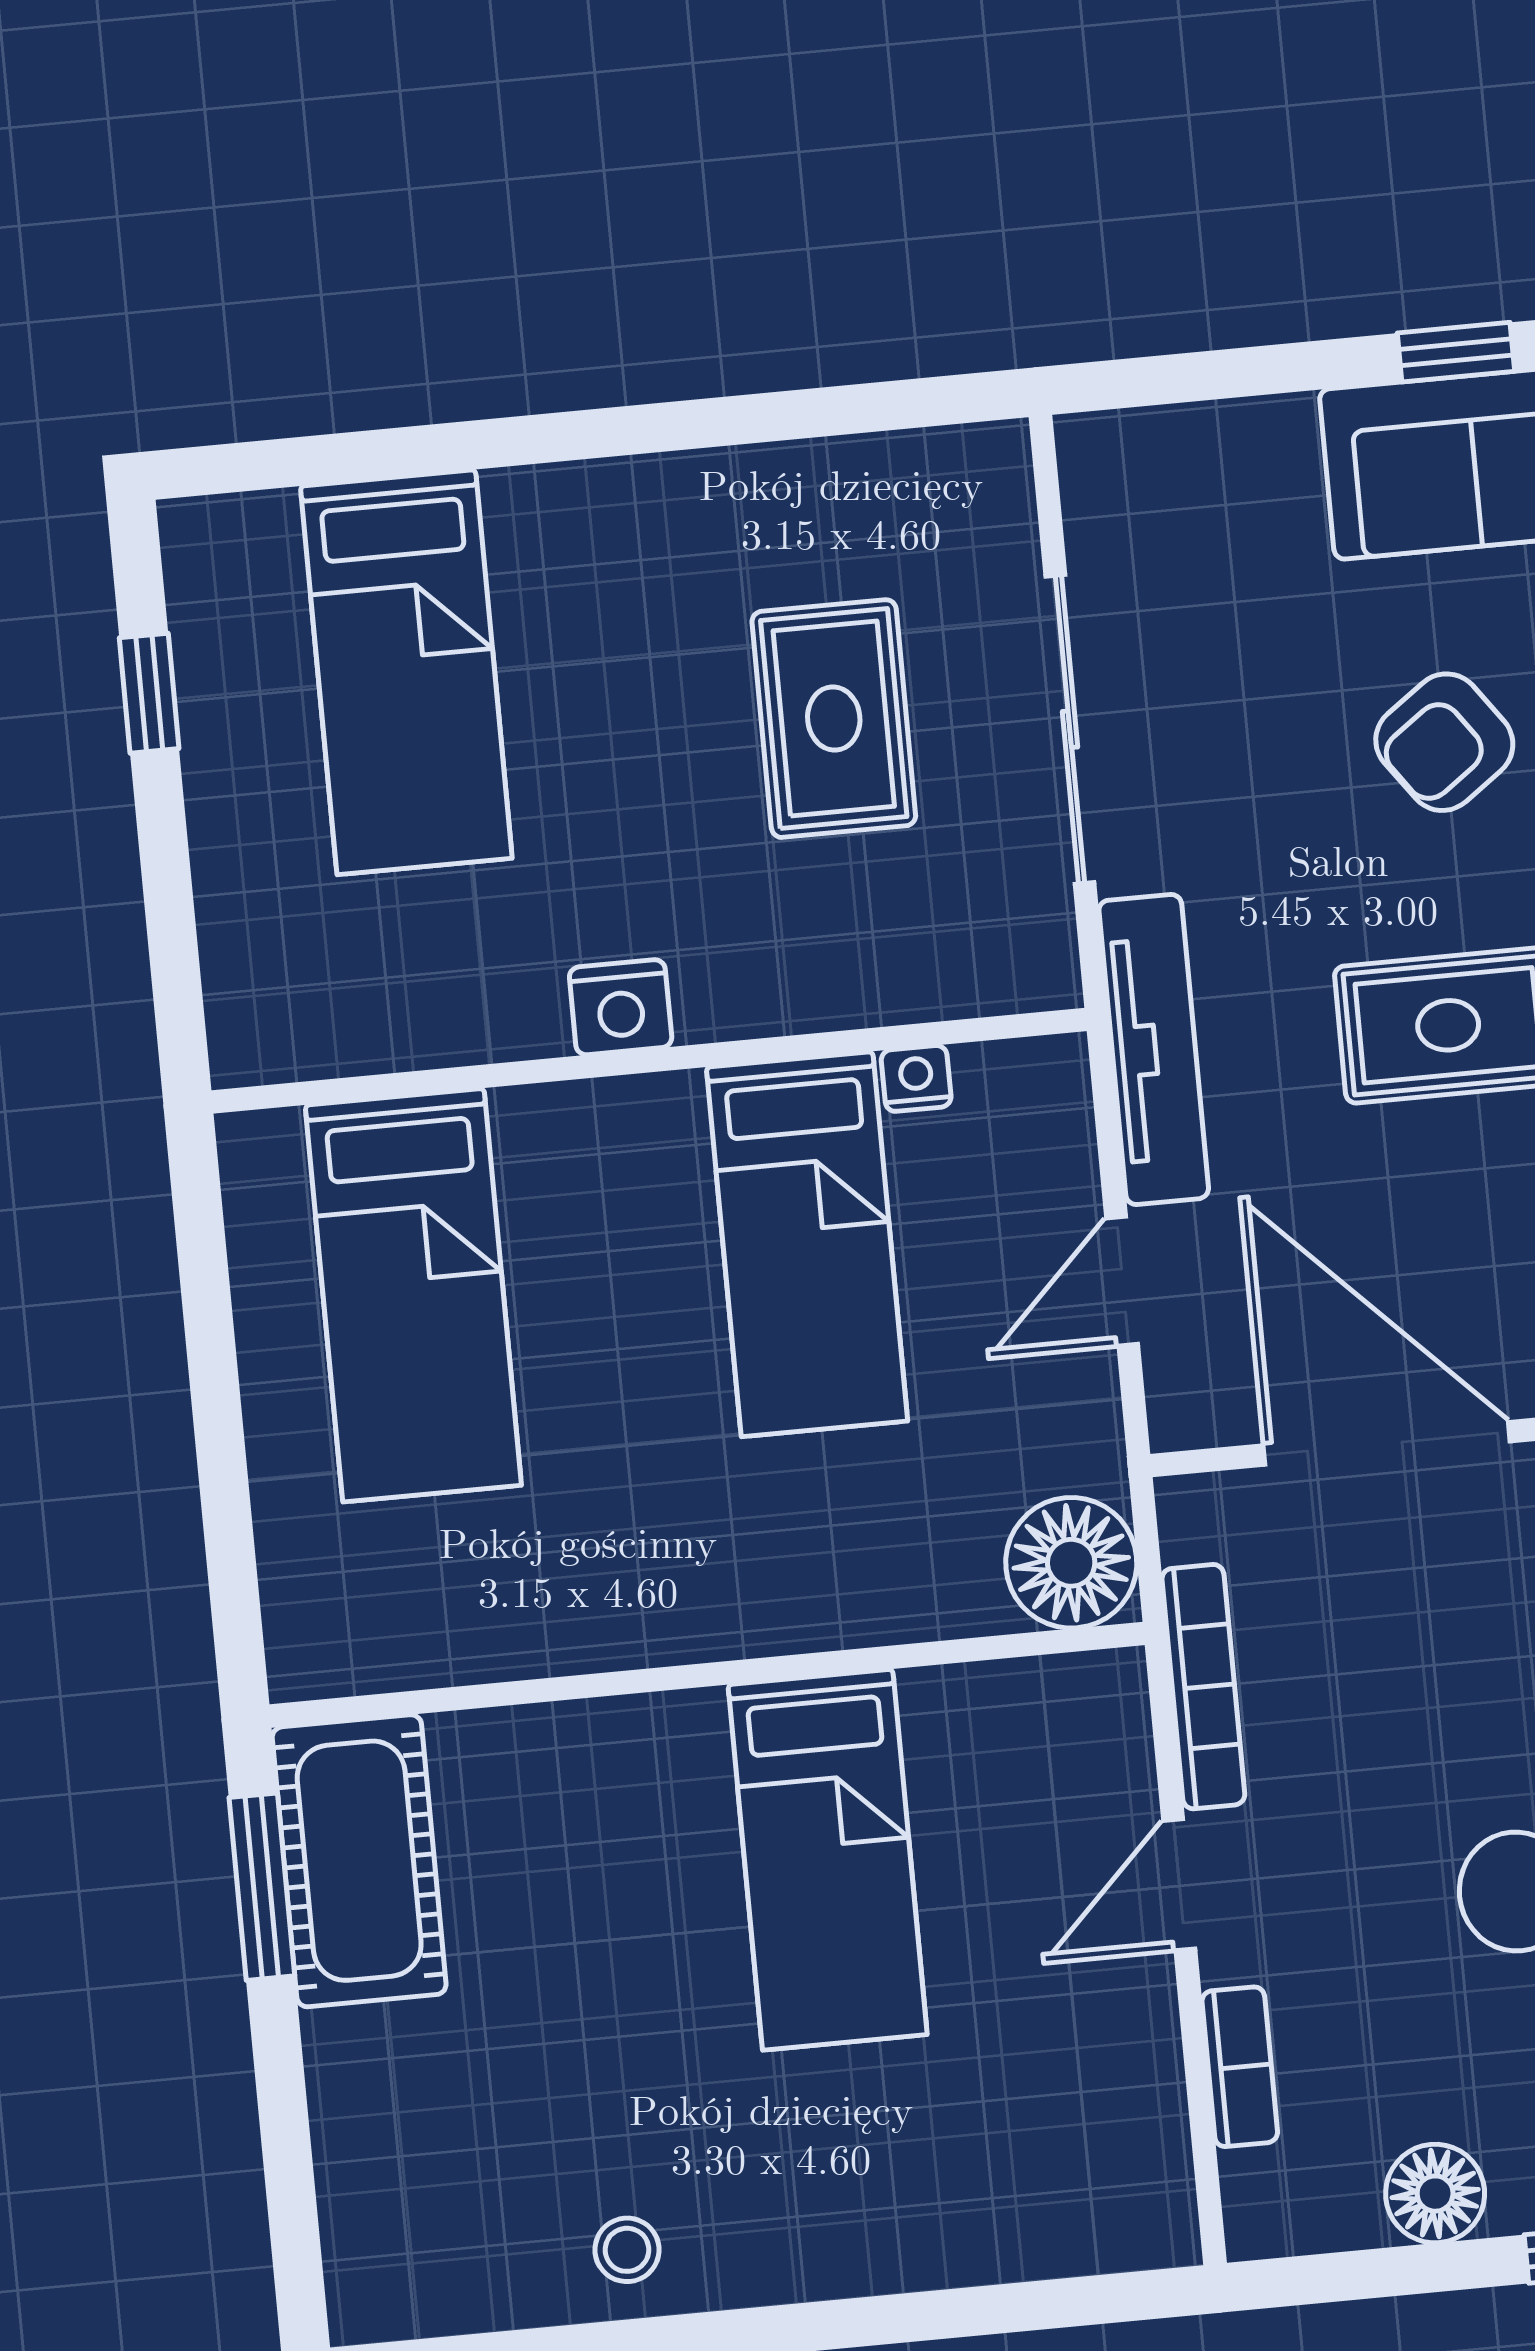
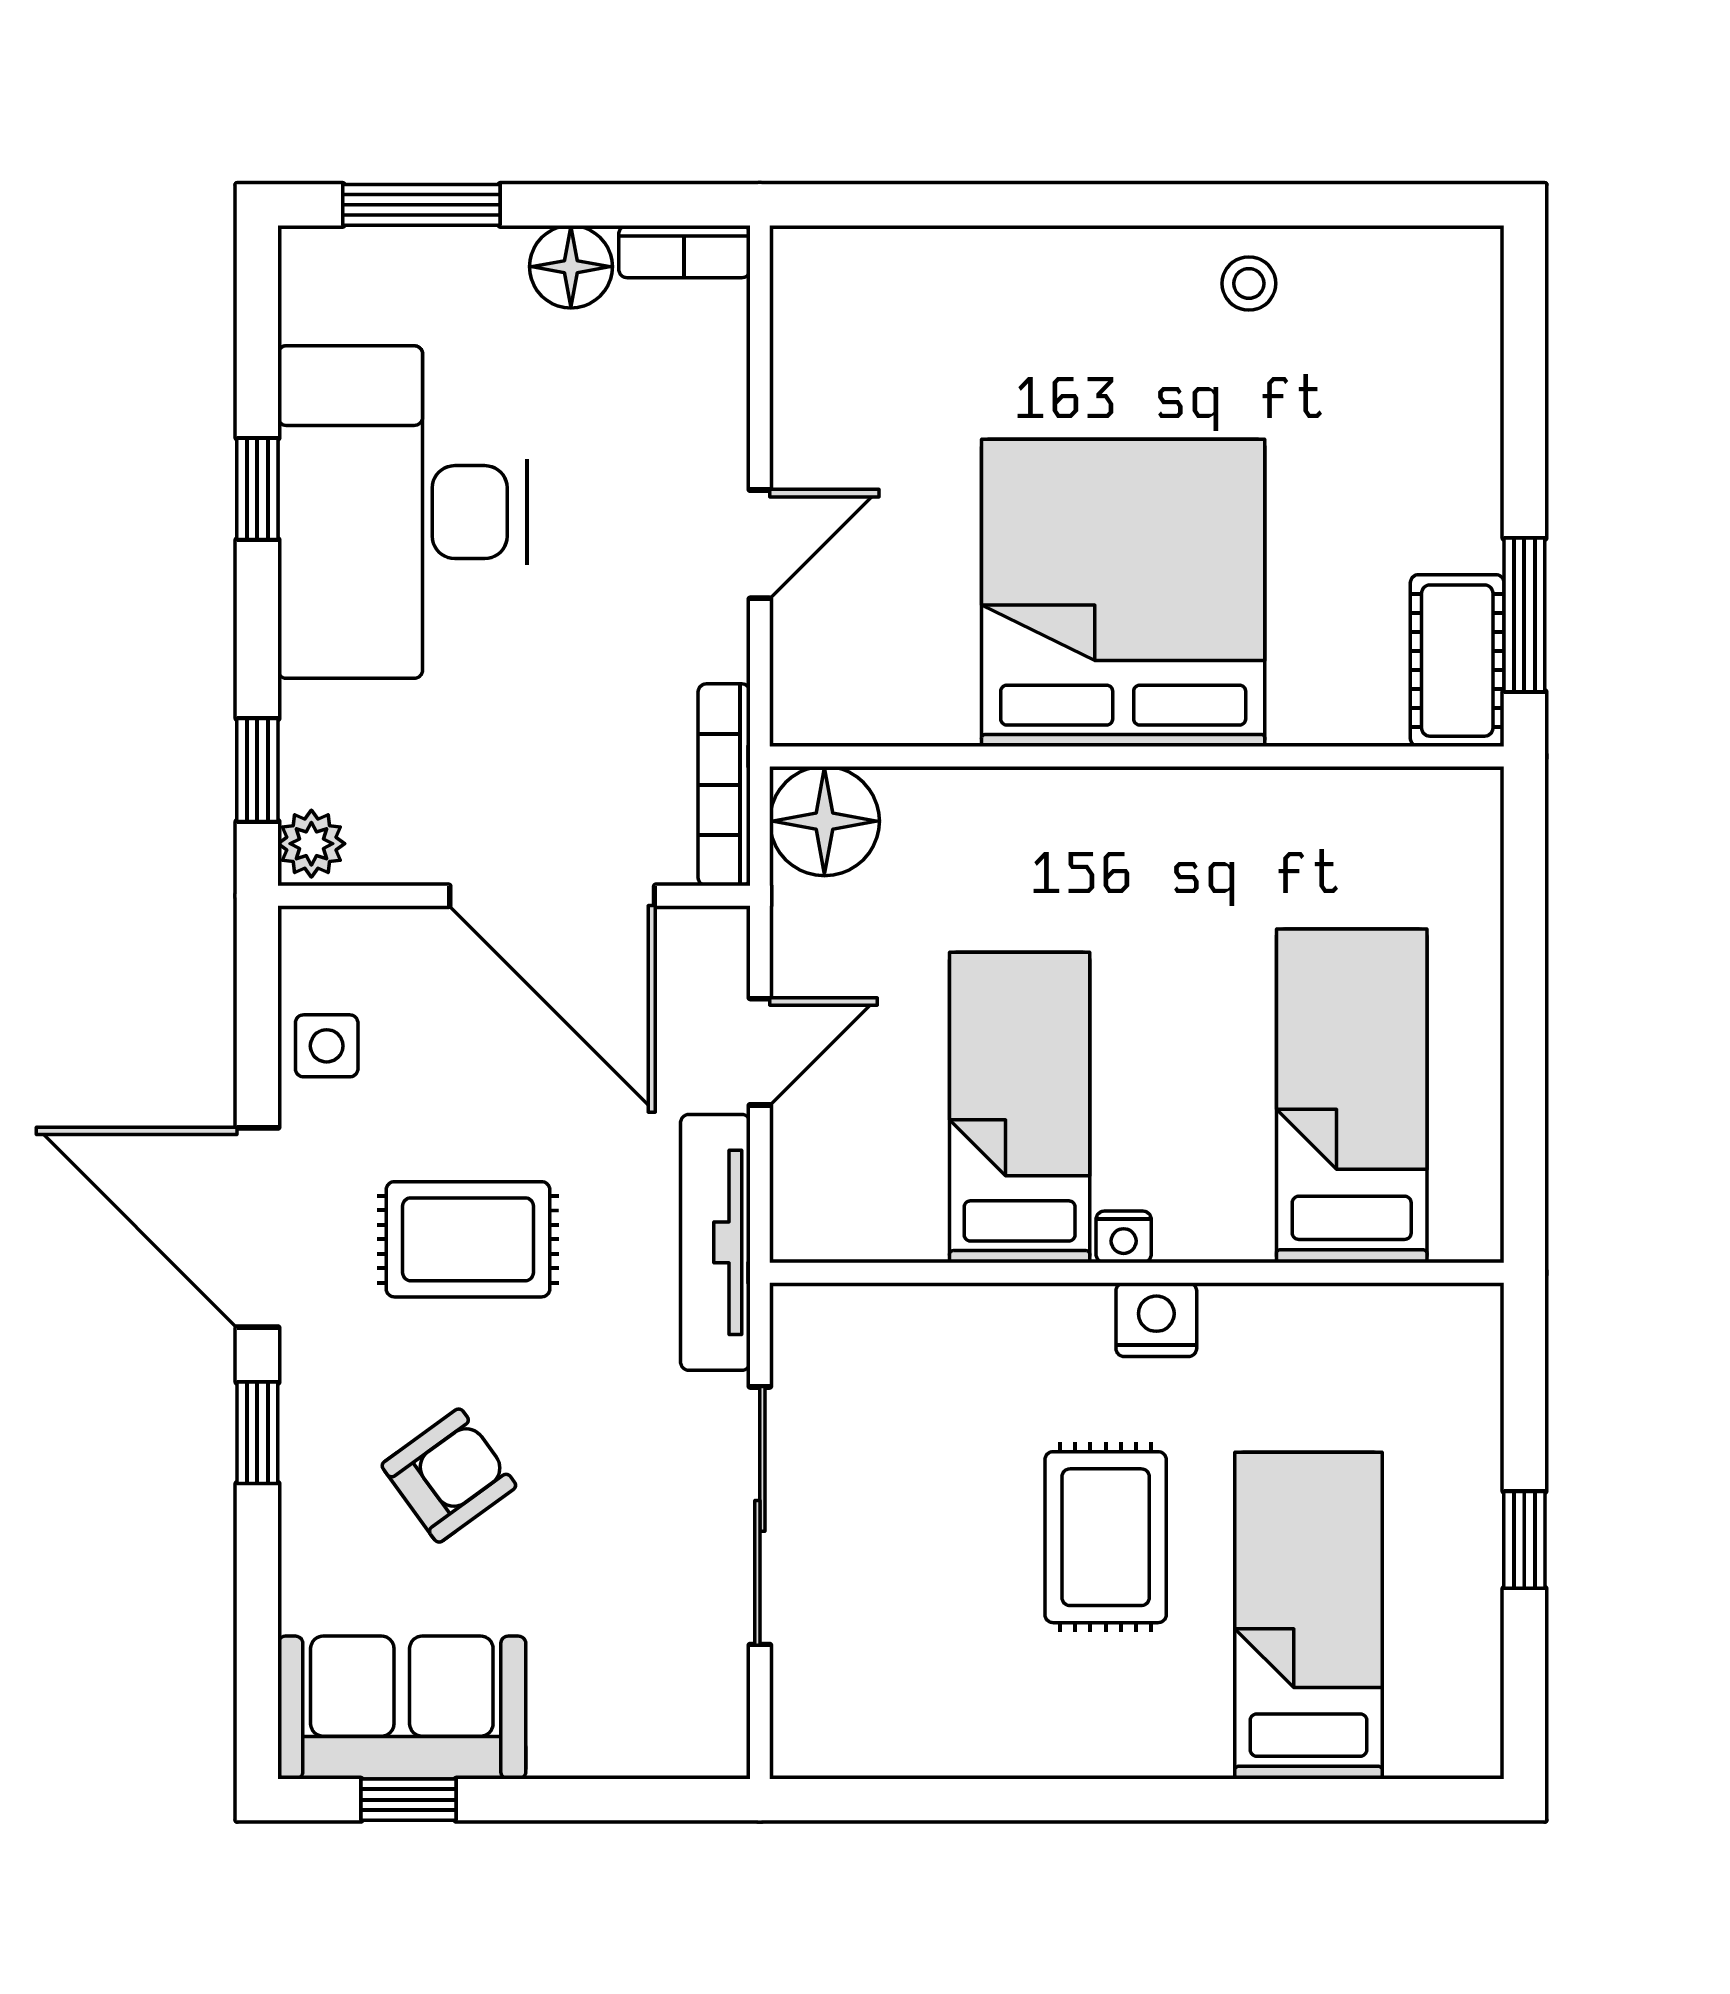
window: (149, 693) -> (1524, 1540), moved
rug: (834, 719) -> (1106, 1537), moved
nightstand: (916, 1078) -> (1124, 1237), moved
bookcase: (1203, 1687) -> (724, 785), moved
bed: (828, 1860) -> (1123, 593), width x2.04
cot: (359, 1861) -> (1457, 661), width x0.73, depth x0.75
bookcase: (1240, 2067) -> (684, 252), moved, turned -90

